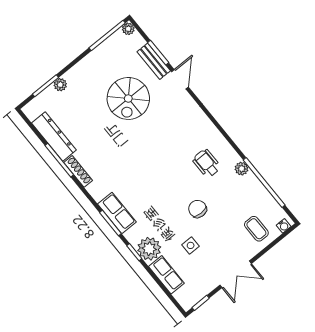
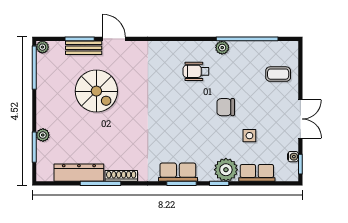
water cooler: (284, 226) -> (293, 157), moved

